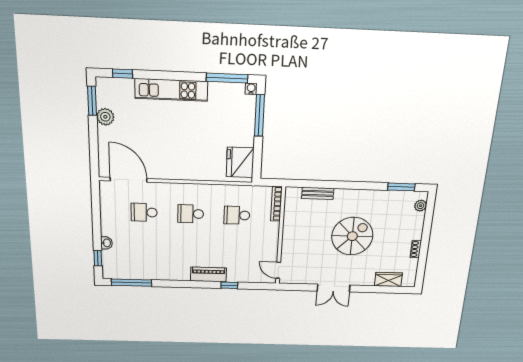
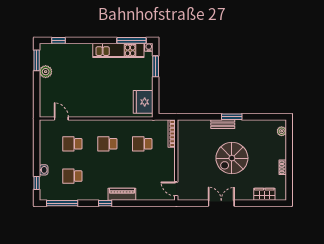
kitchen unit: (171, 90) -> (118, 50), moved
window: (259, 115) -> (156, 66), width x0.69
door: (129, 180) -> (61, 118), width x0.53
window: (401, 187) -> (232, 117), moved
bench: (318, 193) -> (223, 124), moved
spiral stairs: (352, 236) -> (232, 158), turned 180
school desk: (145, 251) -> (72, 176), added
window: (229, 285) -> (105, 203), moved
double door: (334, 288) -> (221, 203), swing flipped

